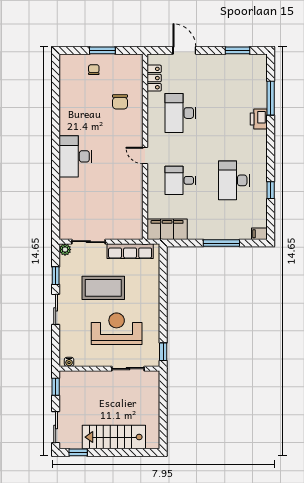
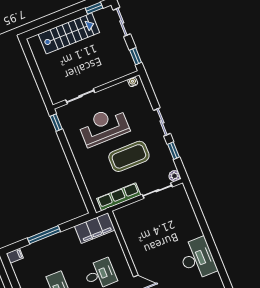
reception desk: (117, 329) -> (104, 126), turned 180

